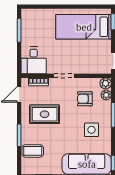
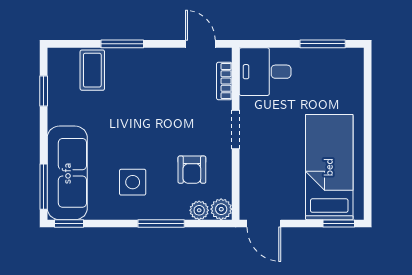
armchair: (85, 99) -> (192, 170), turned 180
rug: (45, 114) -> (162, 93), removed

